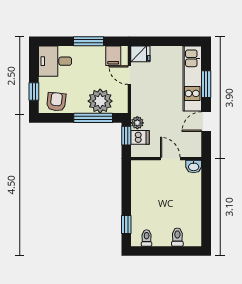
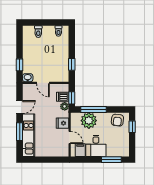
window: (89, 41) -> (111, 160), moved
fridge: (140, 54) -> (62, 123), moved
desk: (55, 61) -> (96, 146), moved, turned 90
window: (206, 186) -> (20, 65), added
window: (126, 225) -> (72, 64), moved

